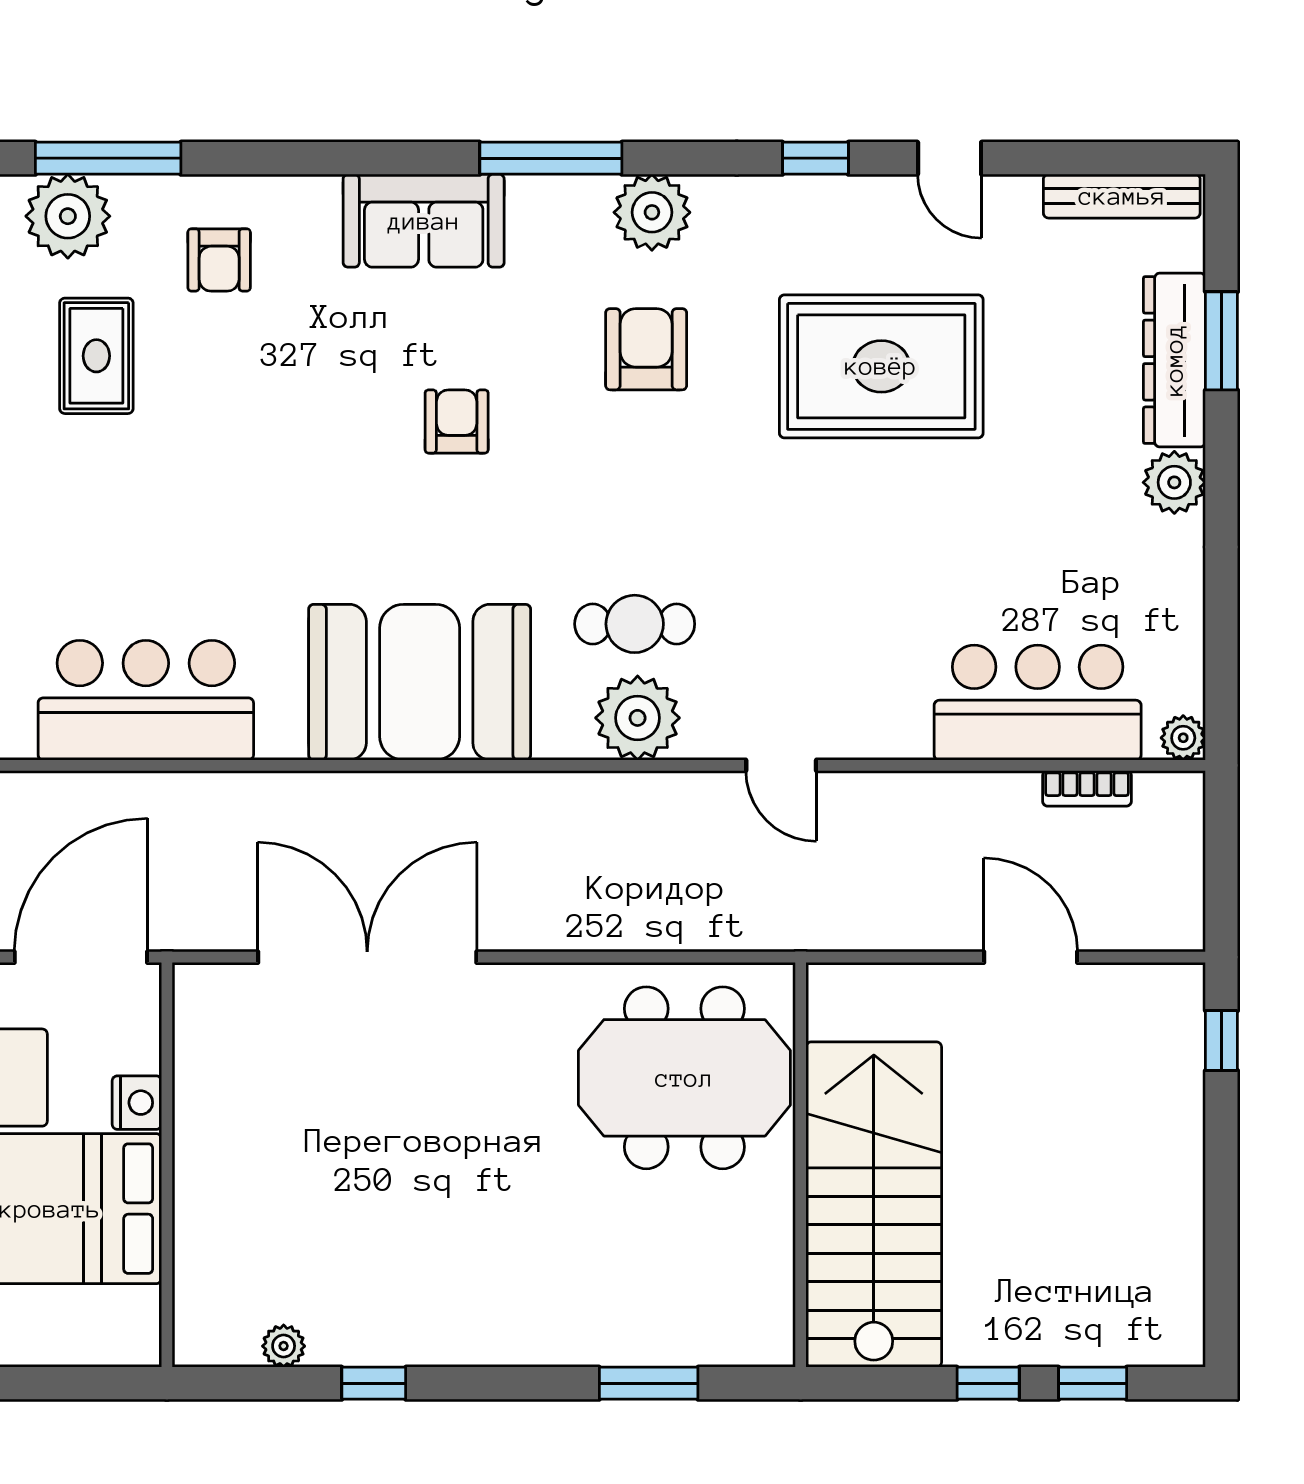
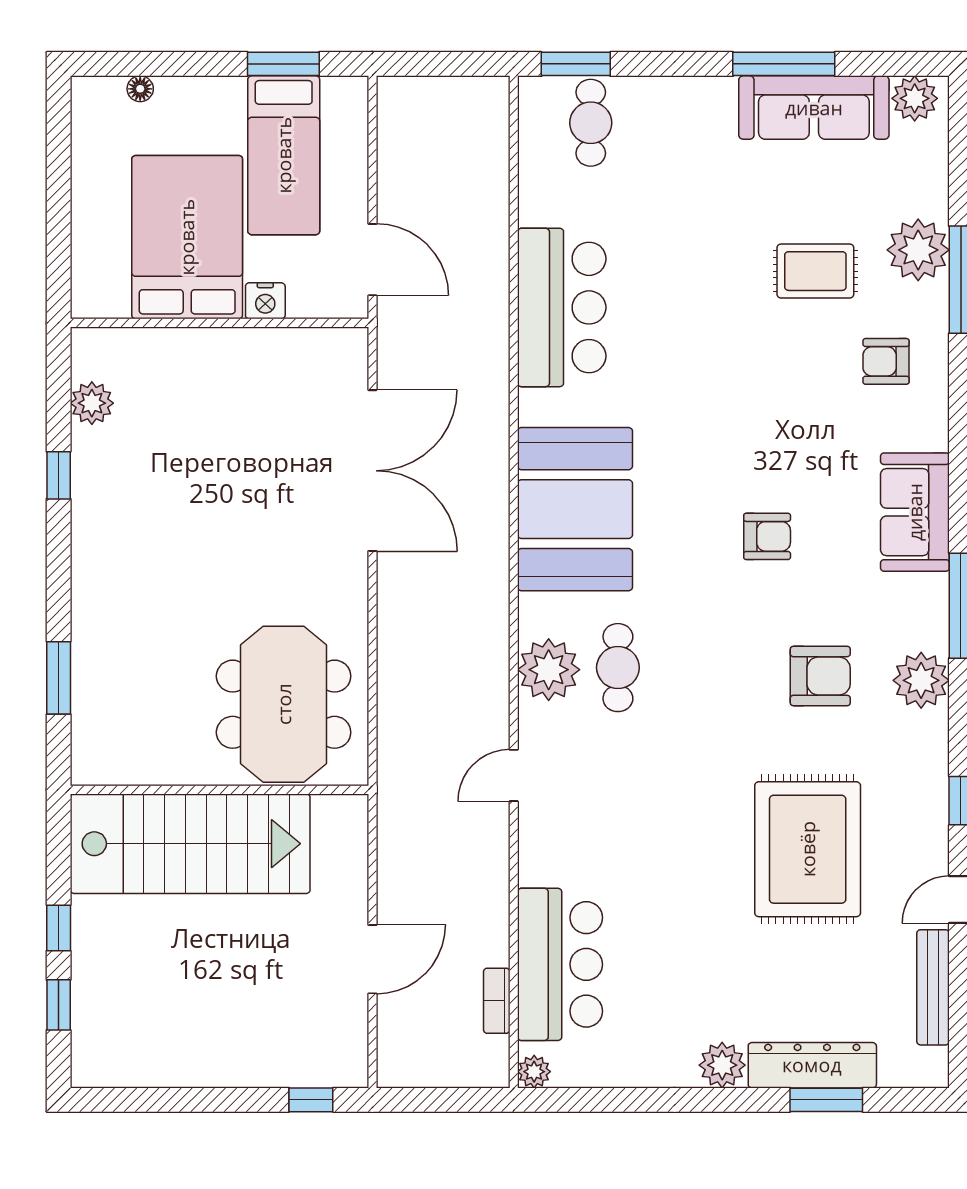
bench: (1122, 196) -> (933, 987), moved
door: (81, 957) -> (372, 260), width x0.73
plant: (284, 1346) -> (92, 403), width x1.38, depth x1.38

